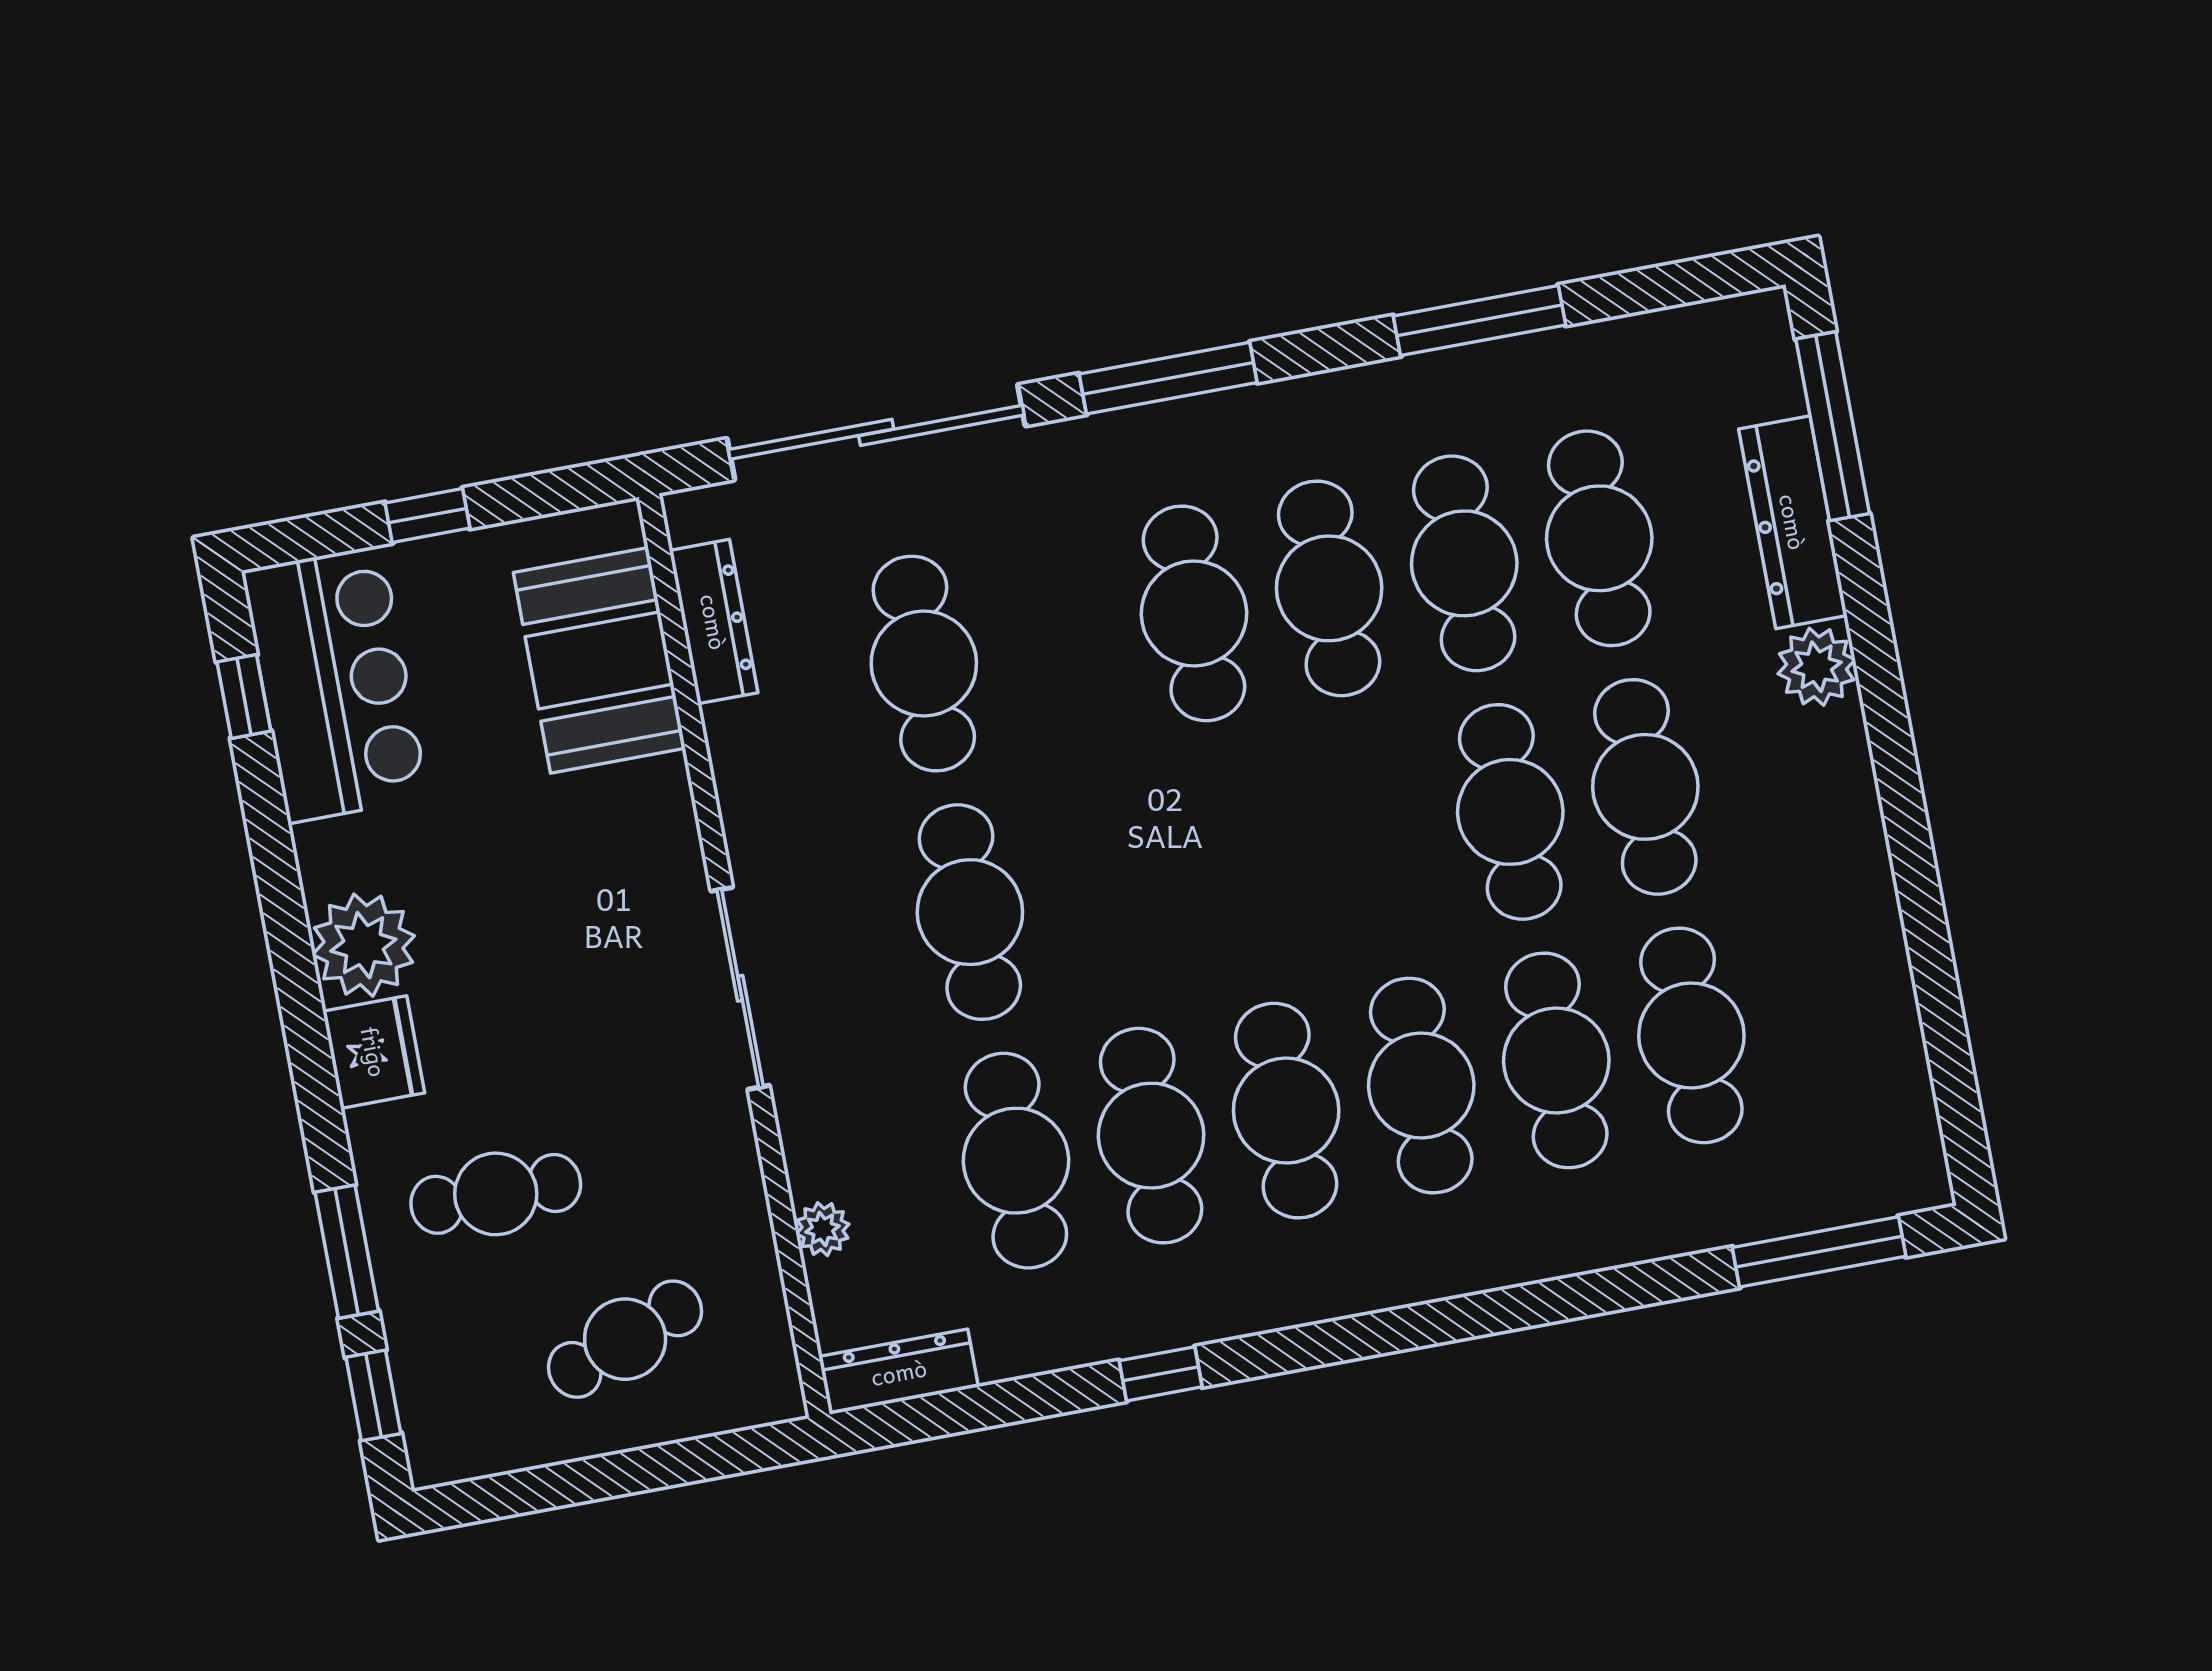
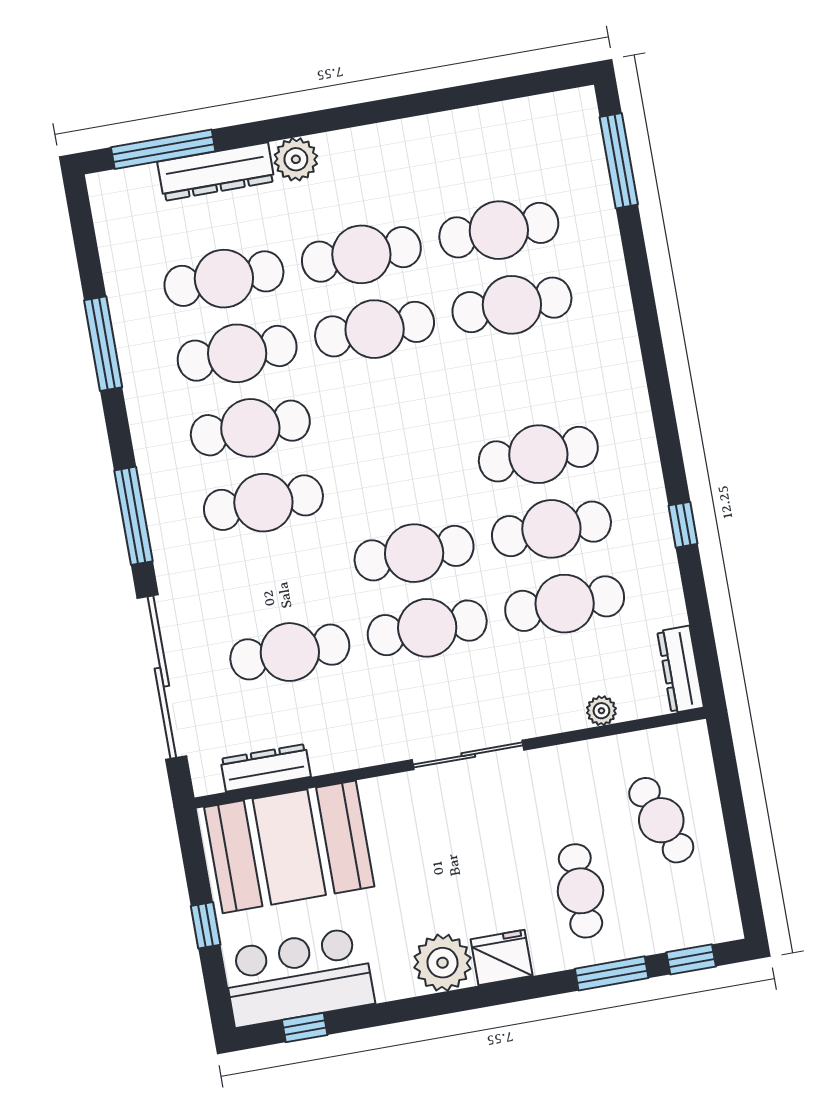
booth: (599, 660) -> (289, 847), width x1.36, depth x1.42
cafe table: (1421, 1086) -> (414, 553), moved

